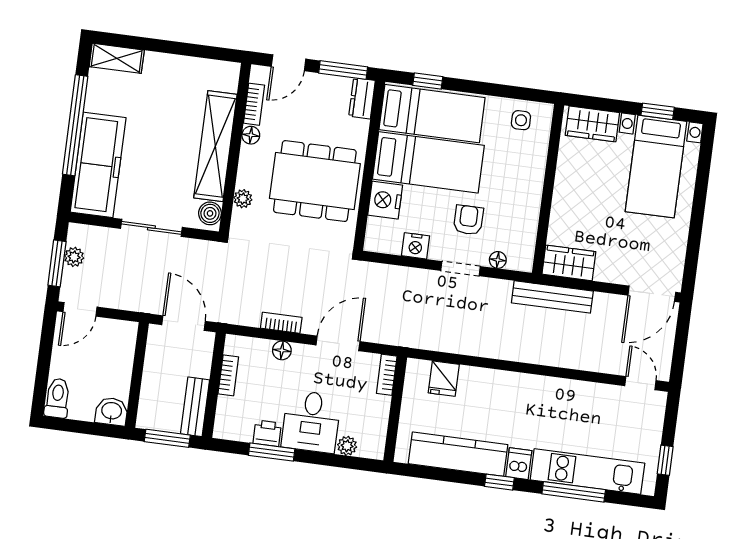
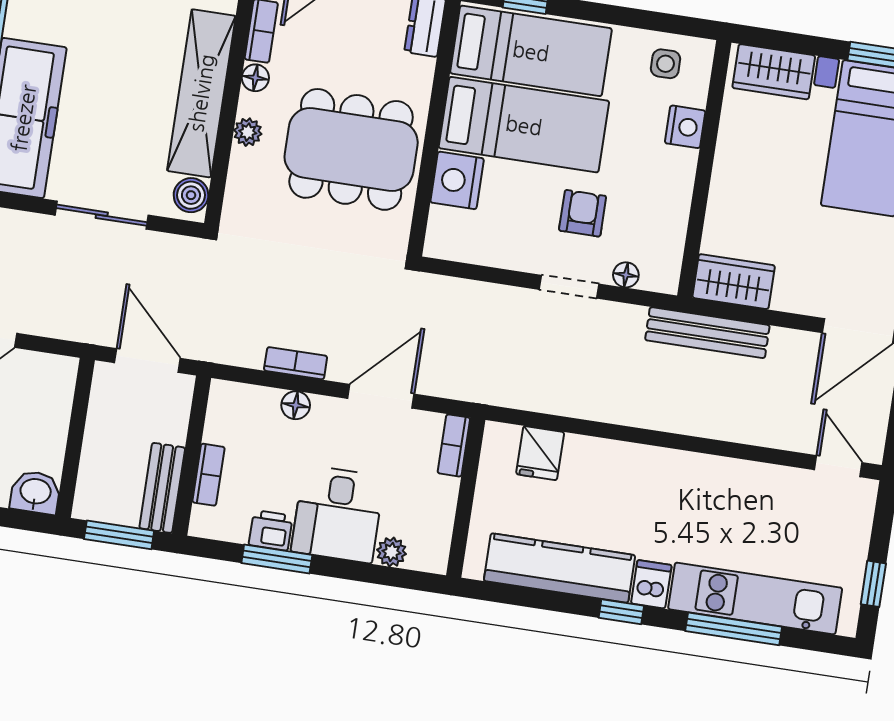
plant: (243, 199) -> (248, 132), moved
nightstand: (416, 246) -> (685, 127), moved, turned -90
bookcase: (228, 375) -> (208, 475), moved

